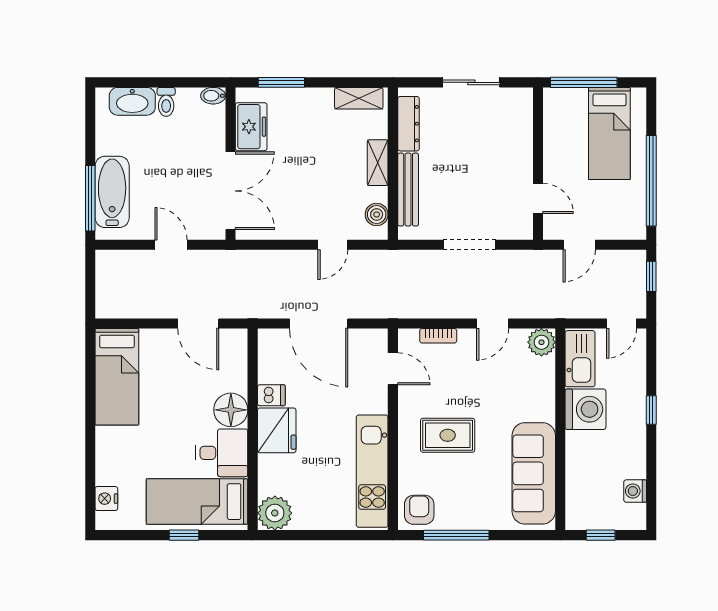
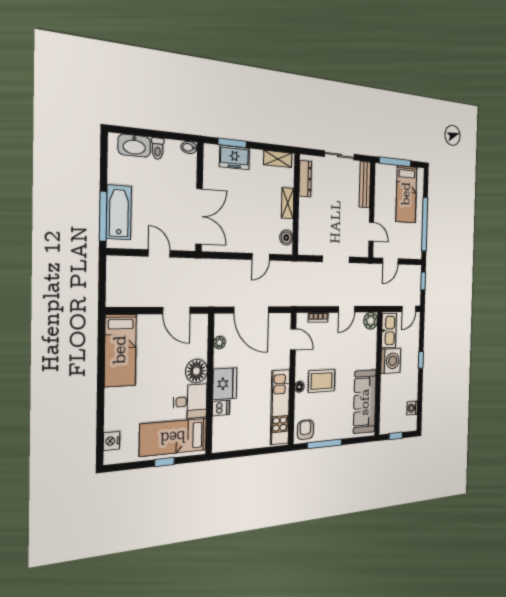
freezer: (251, 127) -> (234, 158), moved, turned 90
bench: (408, 190) -> (365, 185), moved
dishwasher: (271, 395) -> (221, 408), moved
floor lamp: (406, 442) -> (299, 387), added
plant: (275, 513) -> (219, 343), moved, width x0.53, depth x0.53

